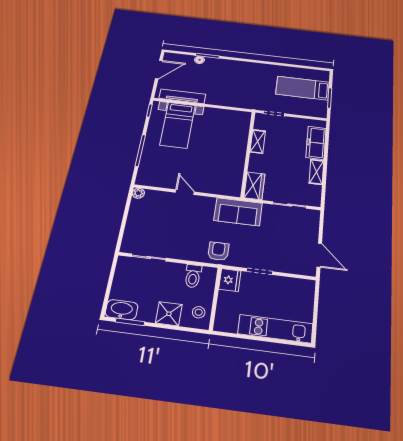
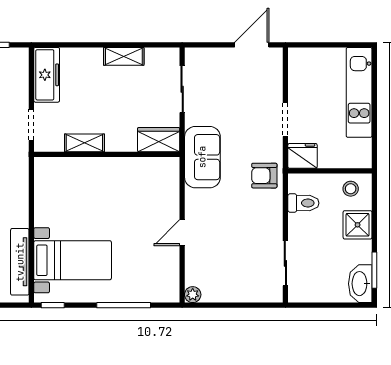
freezer: (316, 143) -> (47, 75), moved, turned -90

